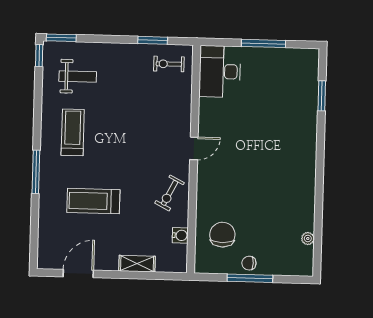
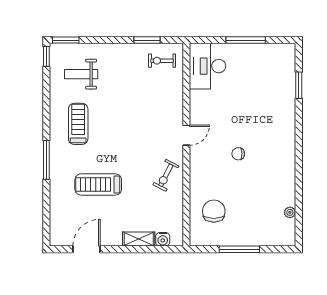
weight bench: (78, 77) -> (81, 74), turned 180
water cooler: (180, 235) -> (163, 239), moved, turned 90
chair: (249, 263) -> (238, 154), moved

